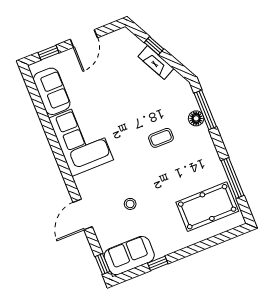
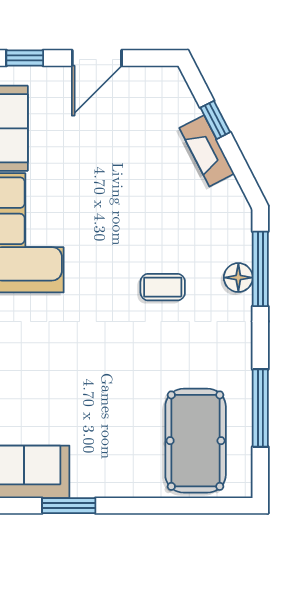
stool: (130, 204) -> (62, 382), removed
pool table: (207, 207) -> (196, 441), turned 90
window: (158, 263) -> (69, 506), width x1.50

